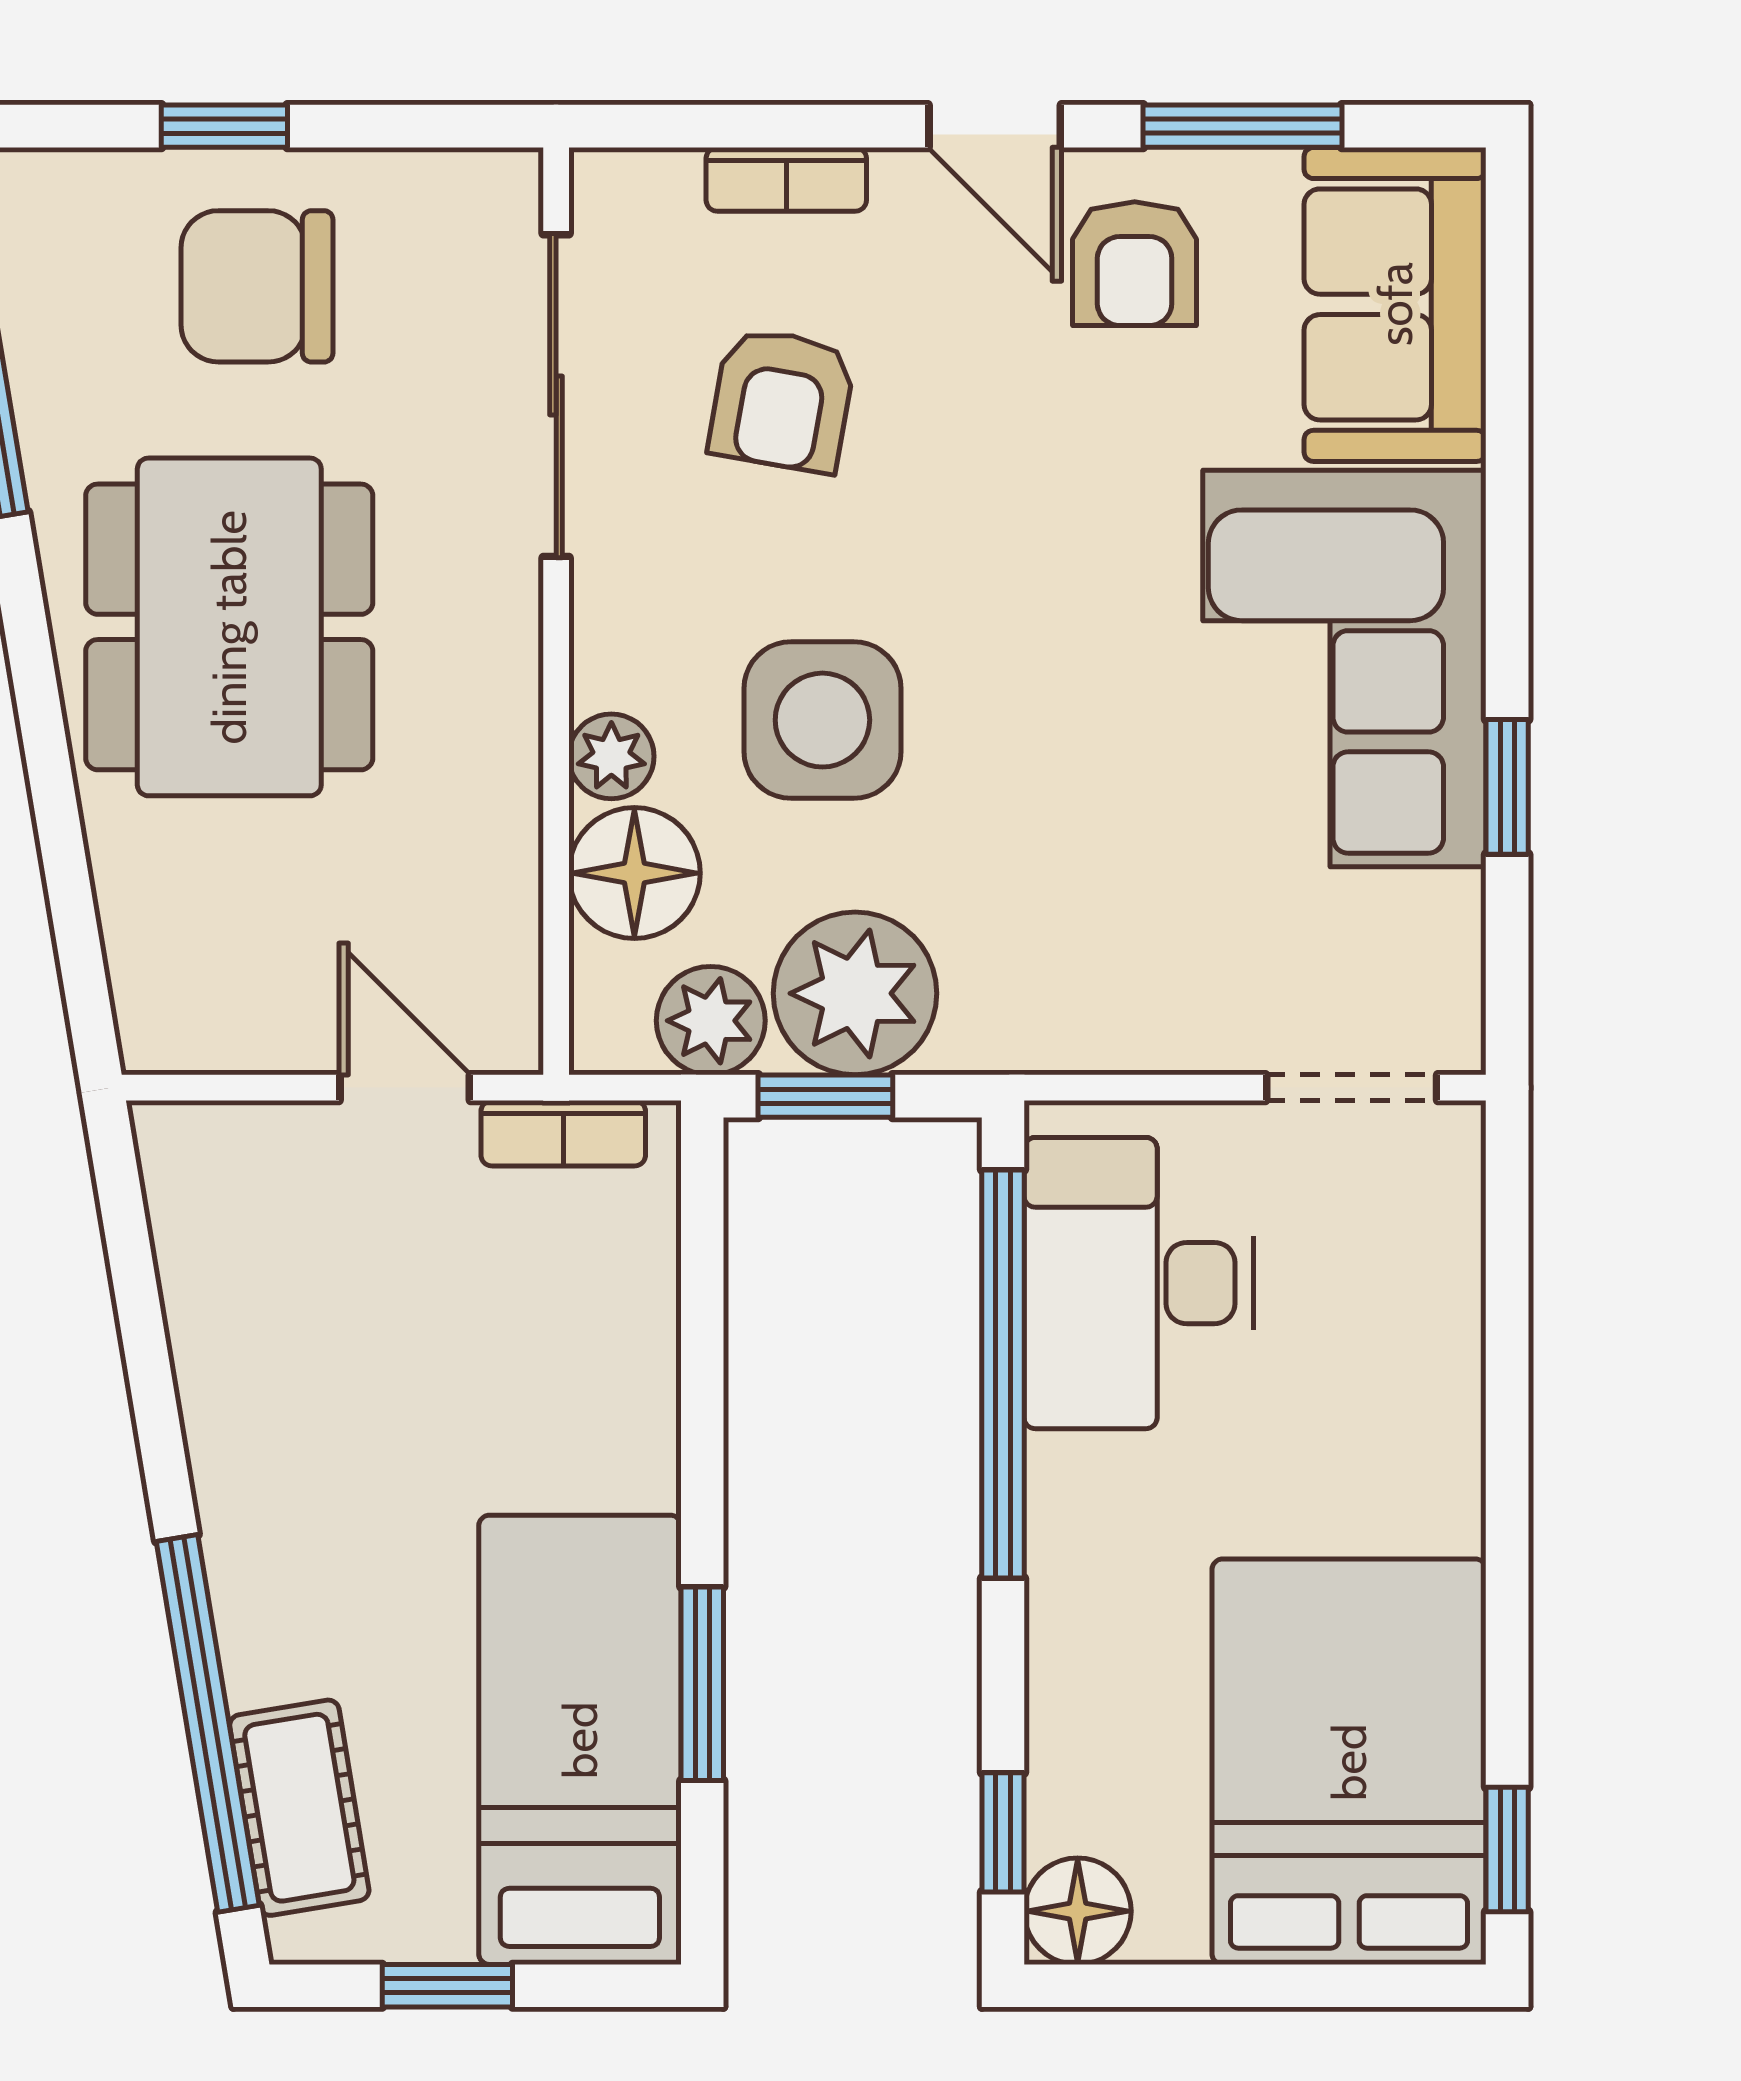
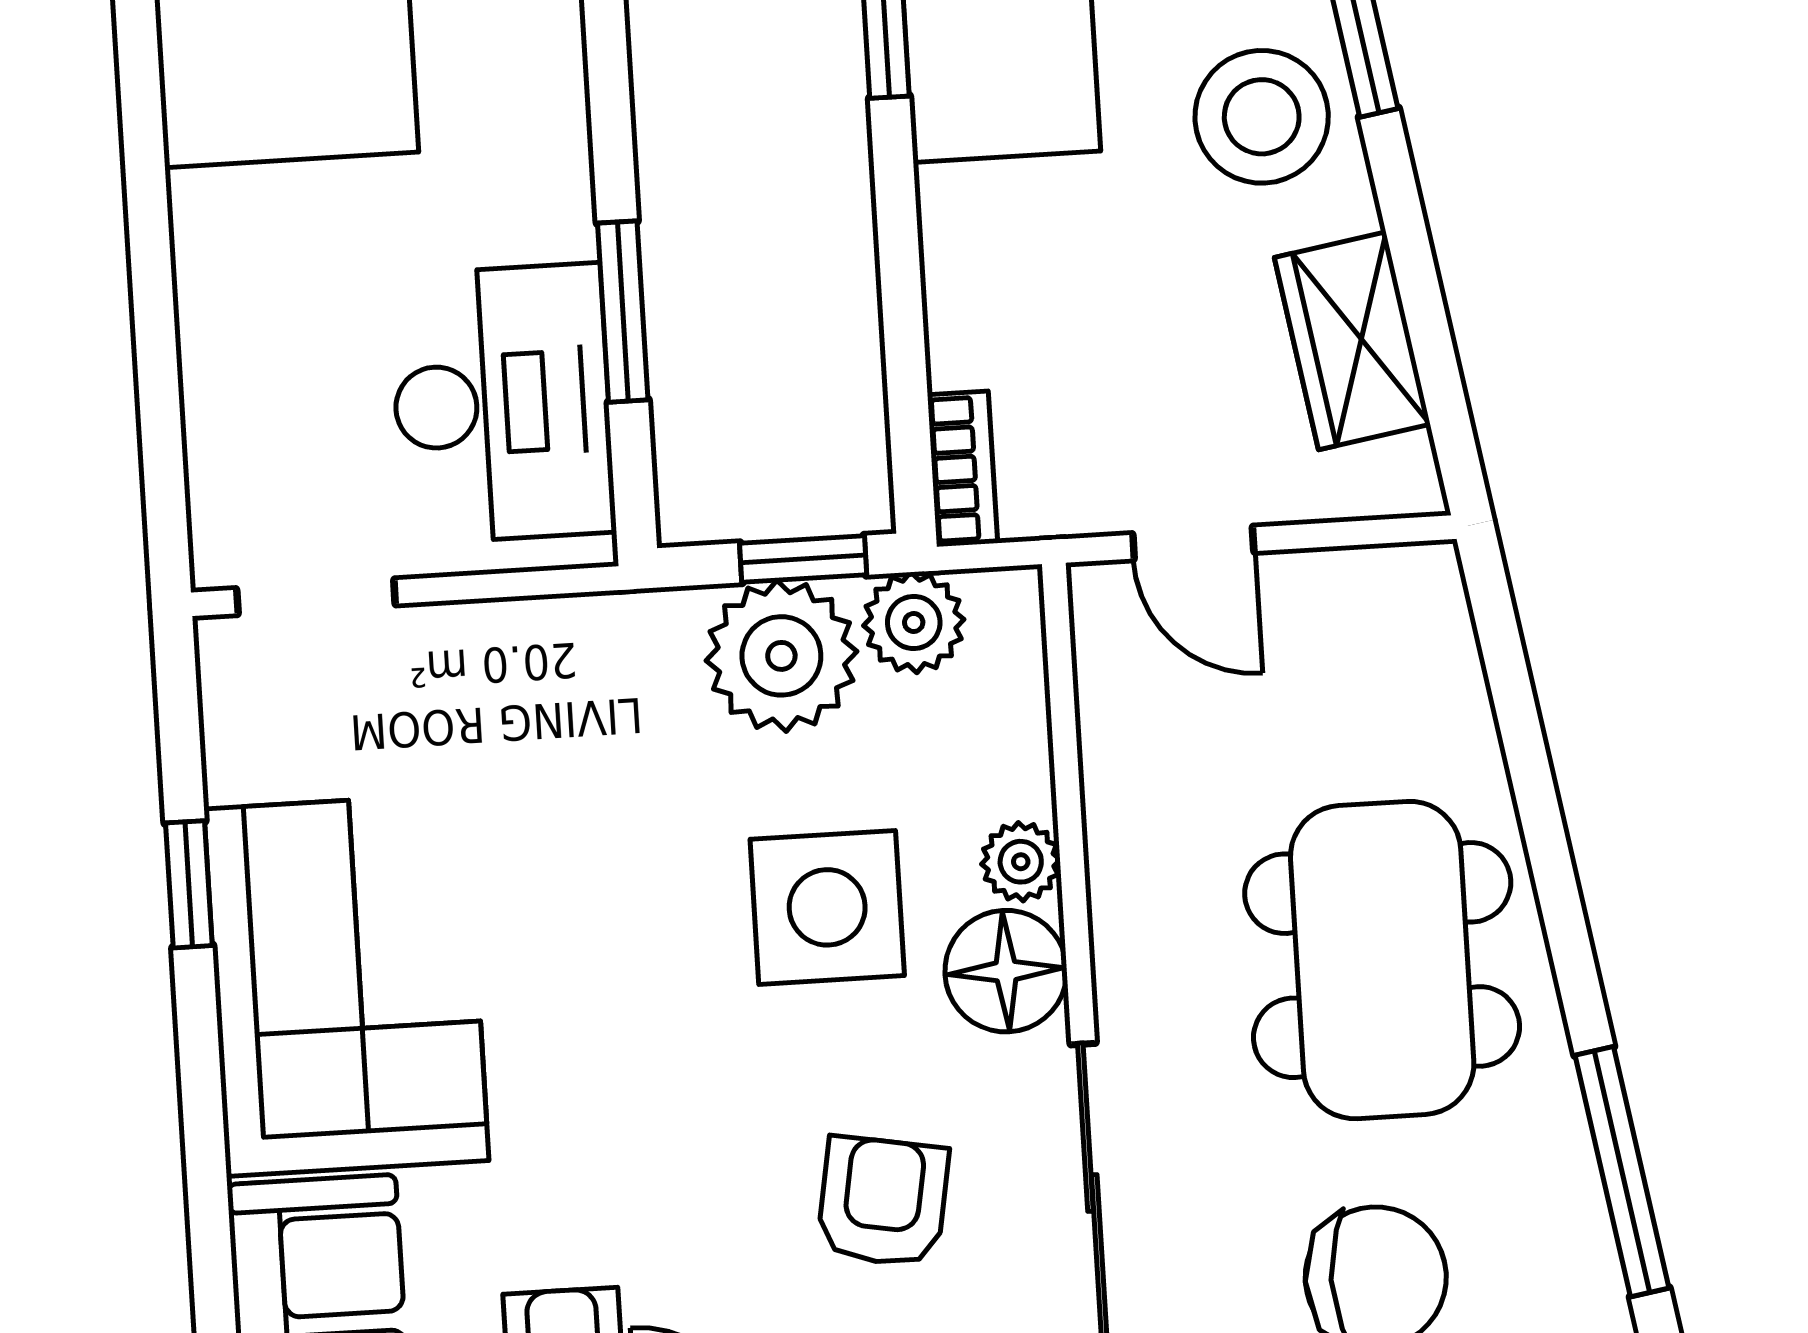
floor lamp: (634, 873) -> (1006, 971), moved
bookcase: (563, 1133) -> (962, 469), moved, turned 90
wardrobe: (221, 1295) -> (1352, 341), added
window: (1003, 1374) -> (623, 312), width x0.47
stool: (303, 1541) -> (1262, 117), added

